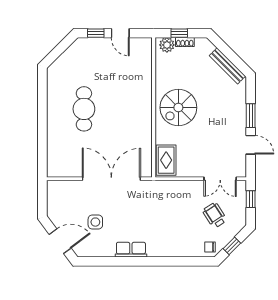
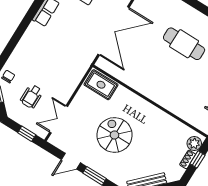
spiral stairs: (178, 108) -> (114, 135), moved
wheelchair: (215, 215) -> (32, 96), turned 123

